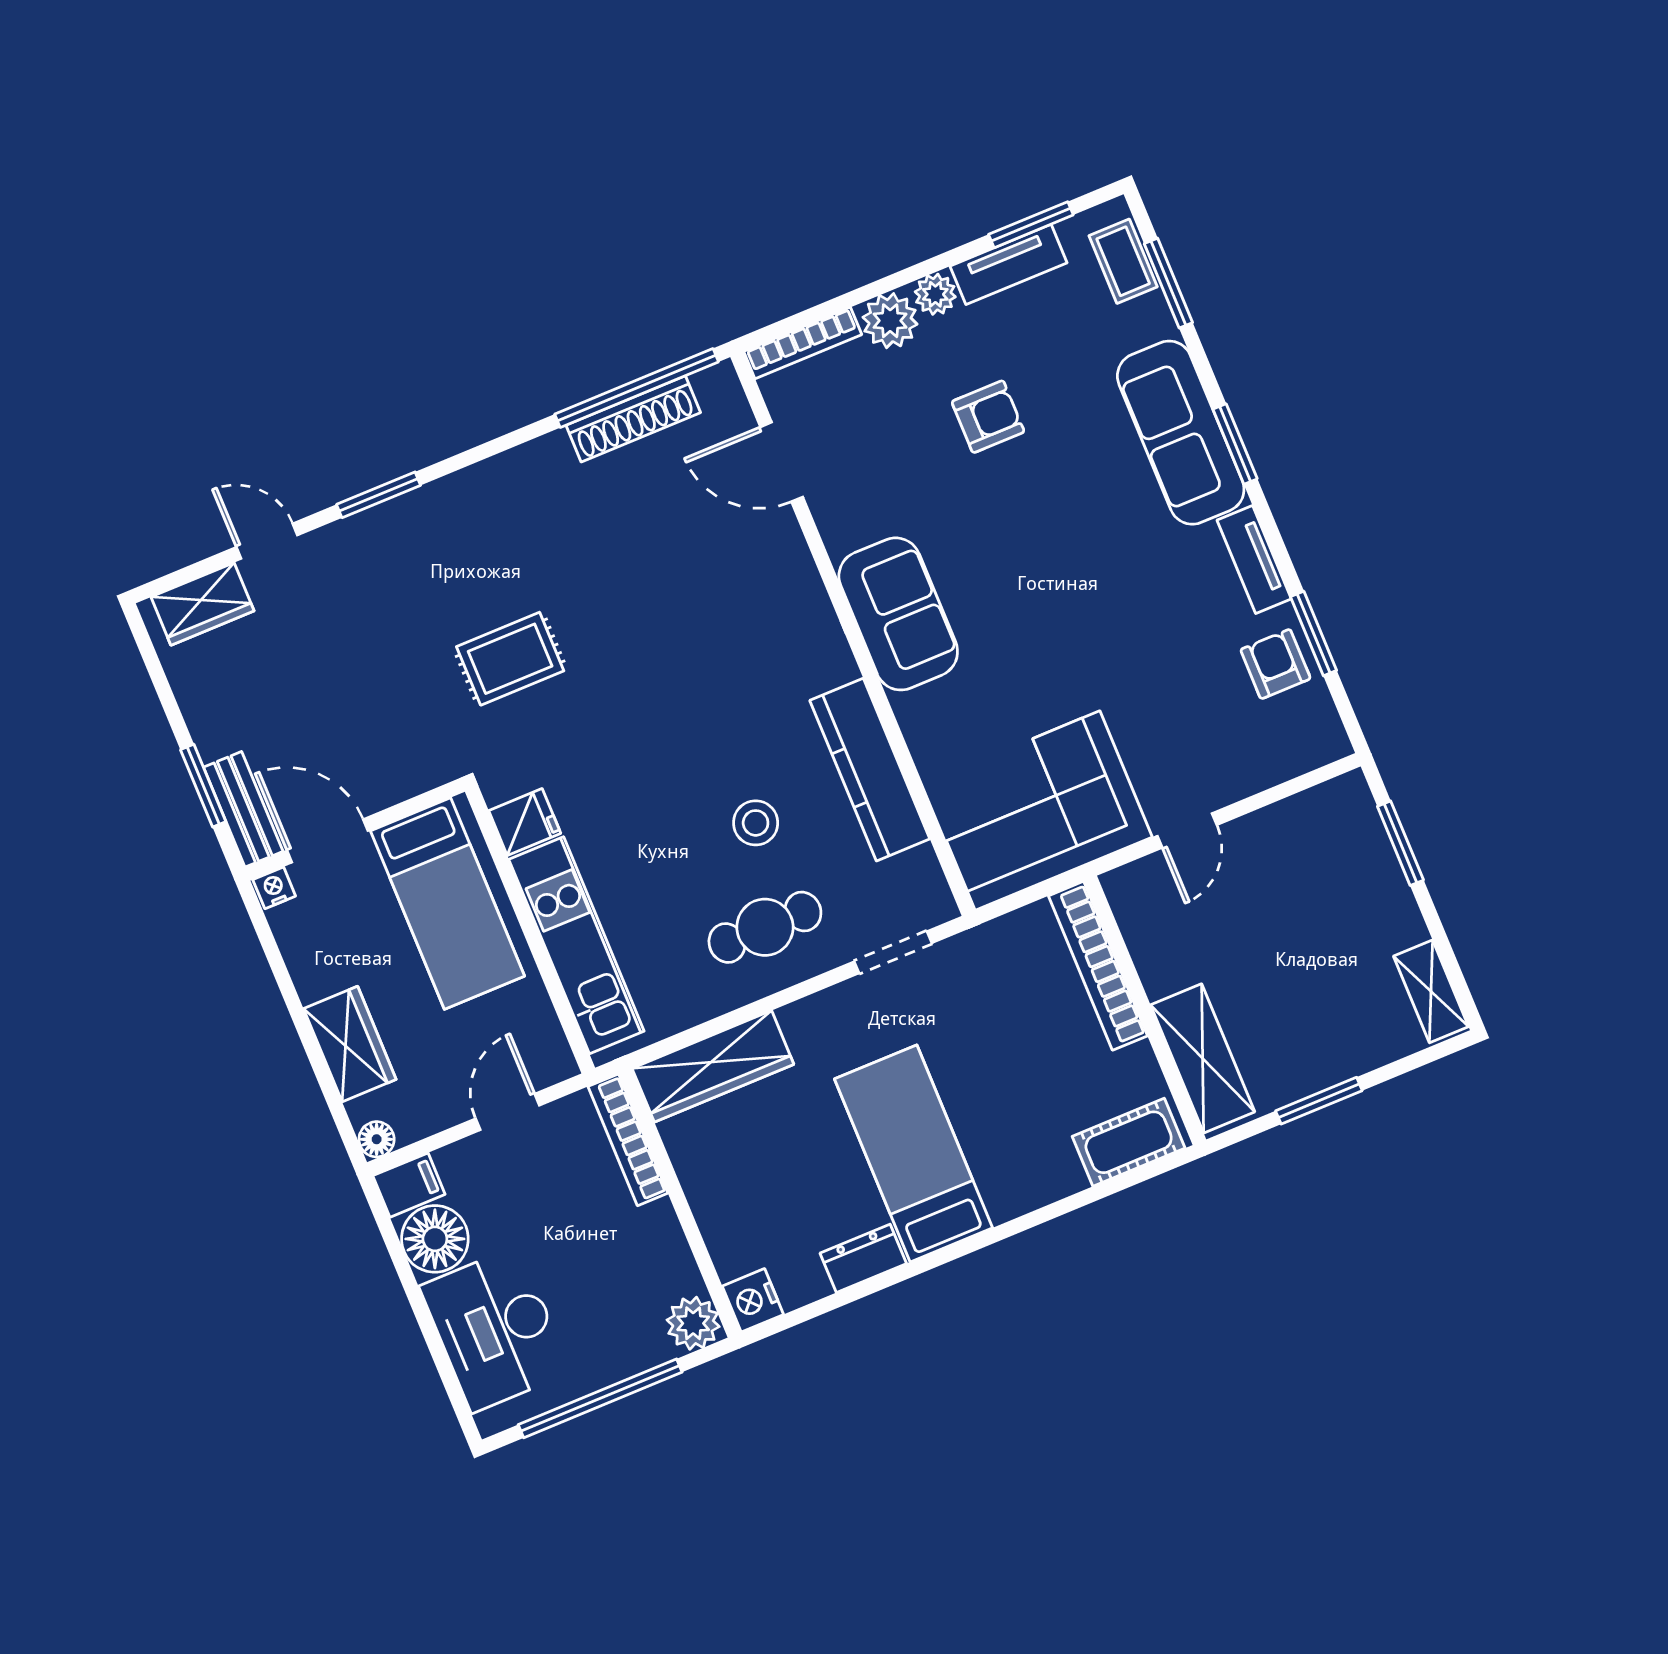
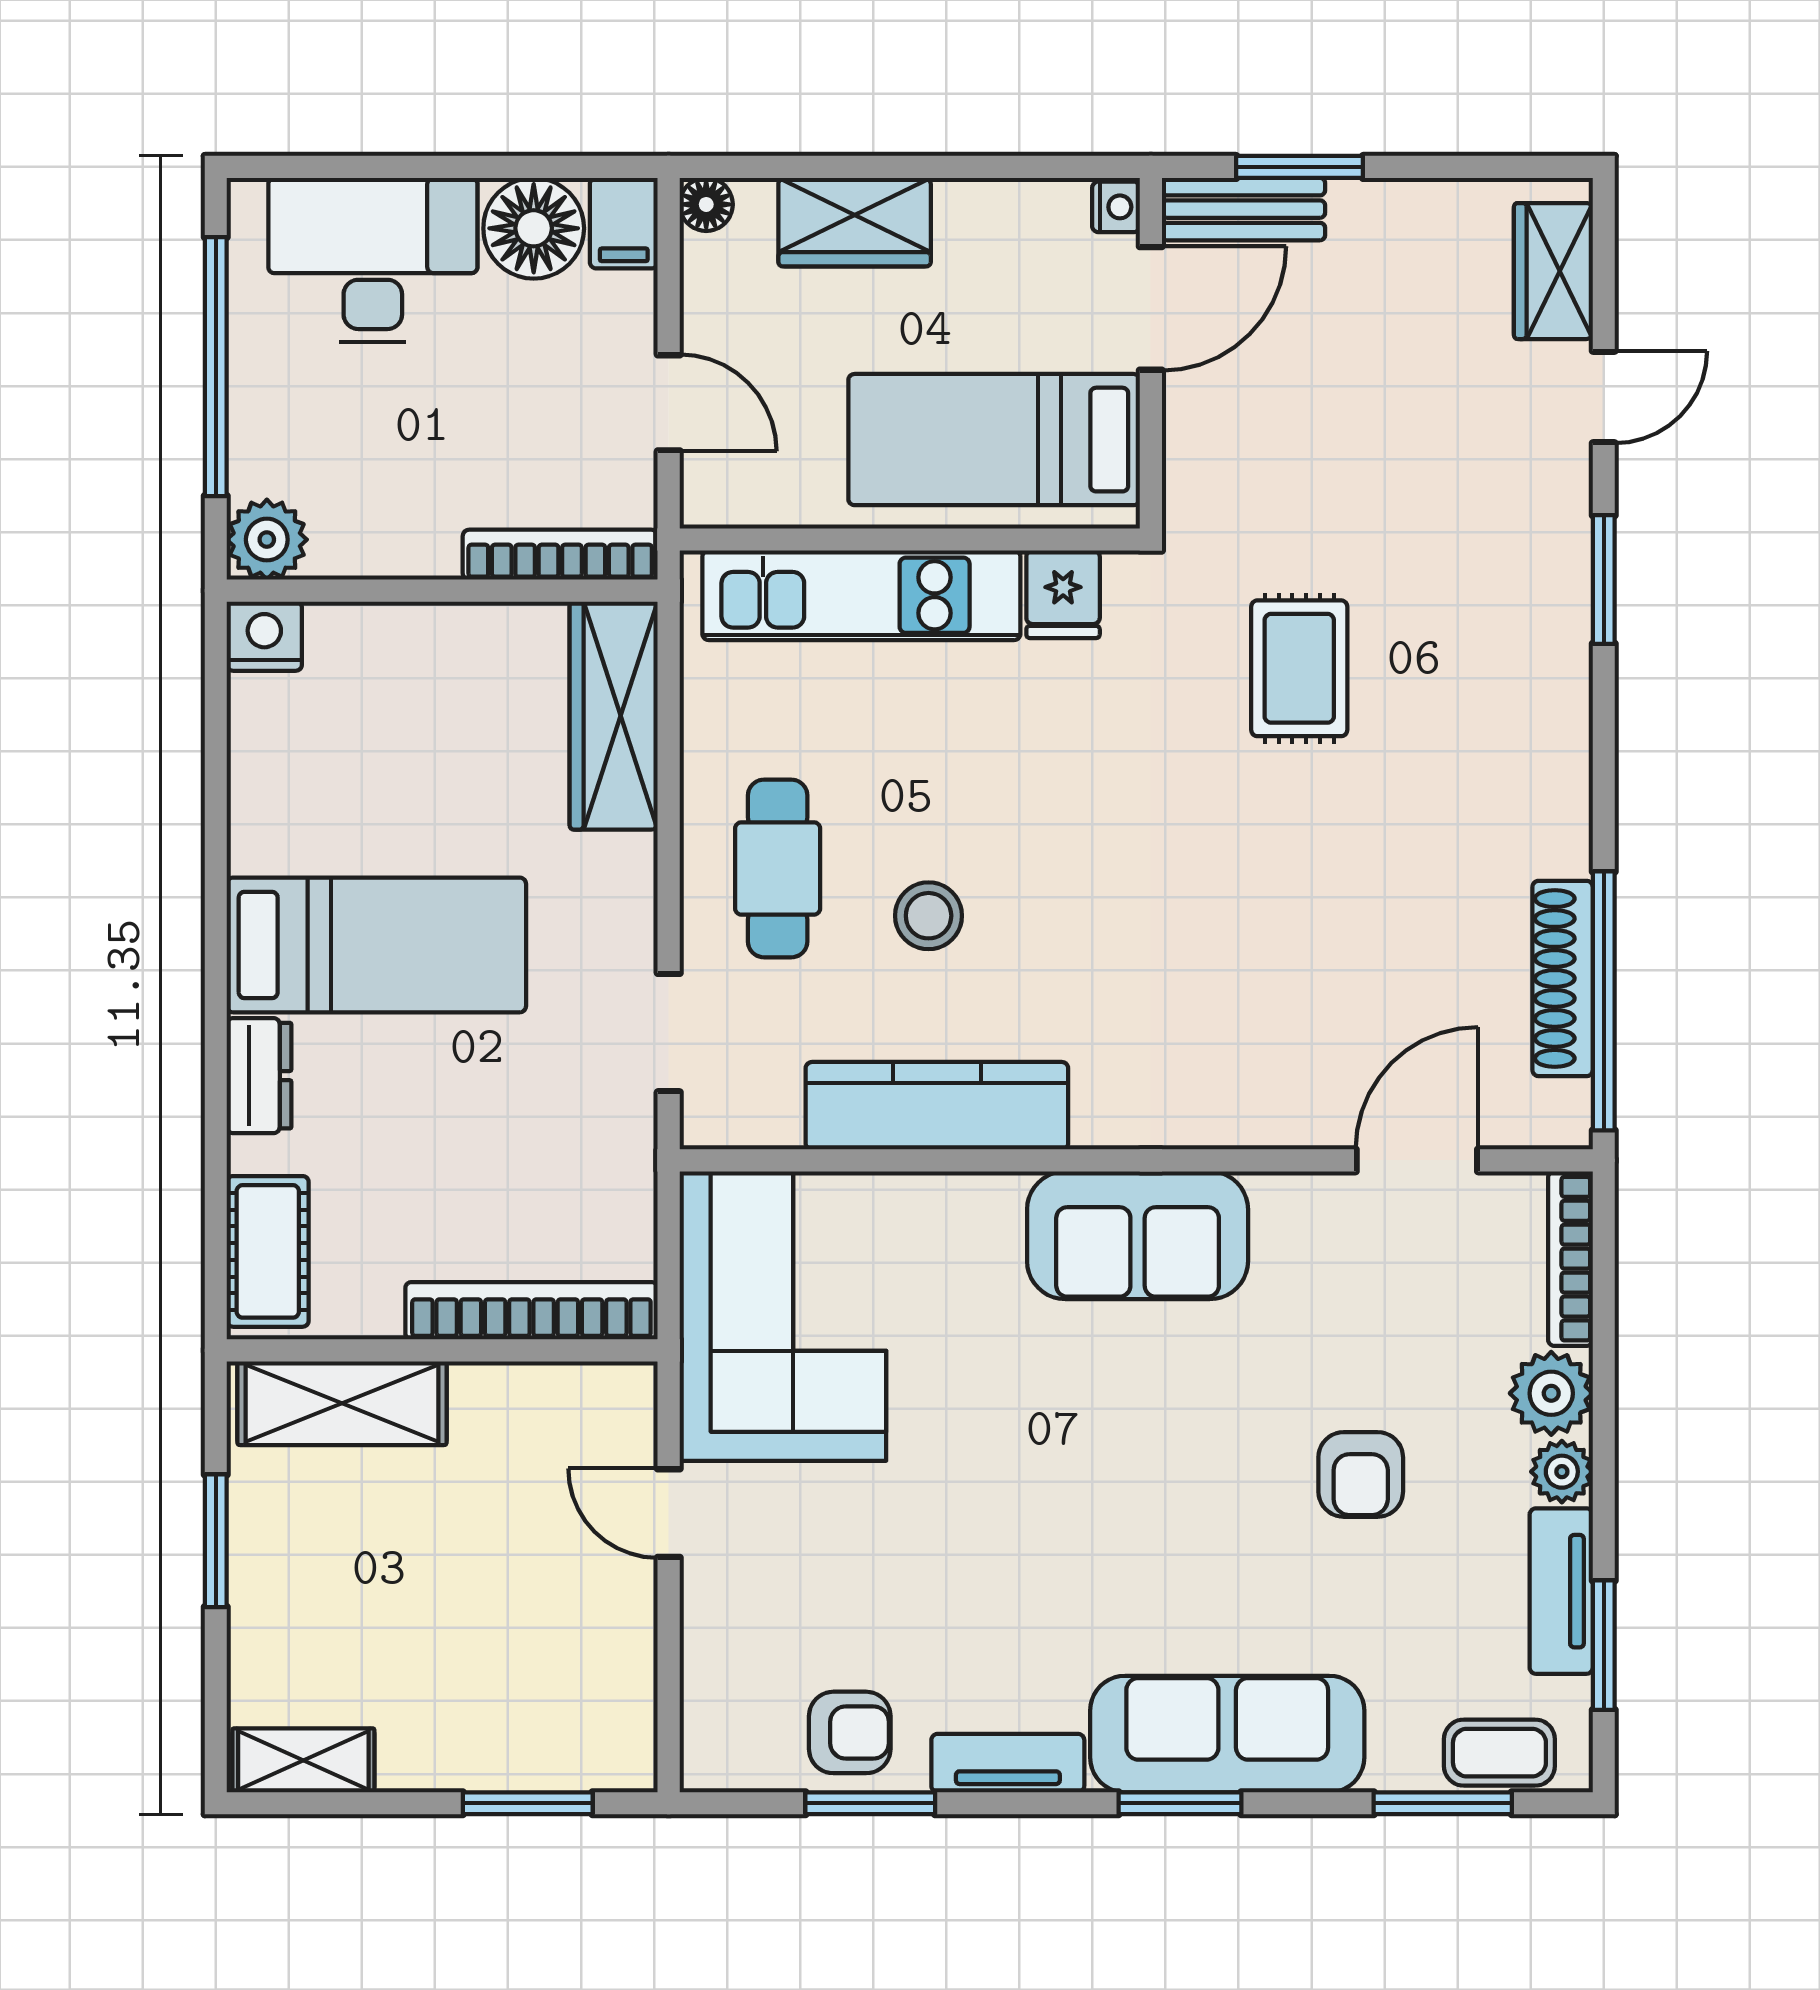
dresser: (863, 1258) -> (259, 1076), moved

